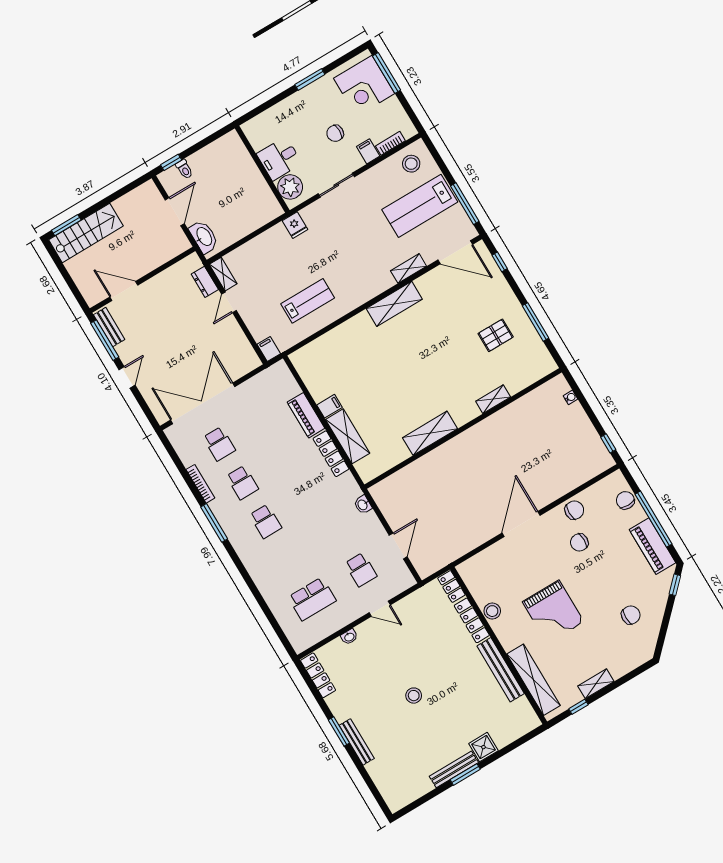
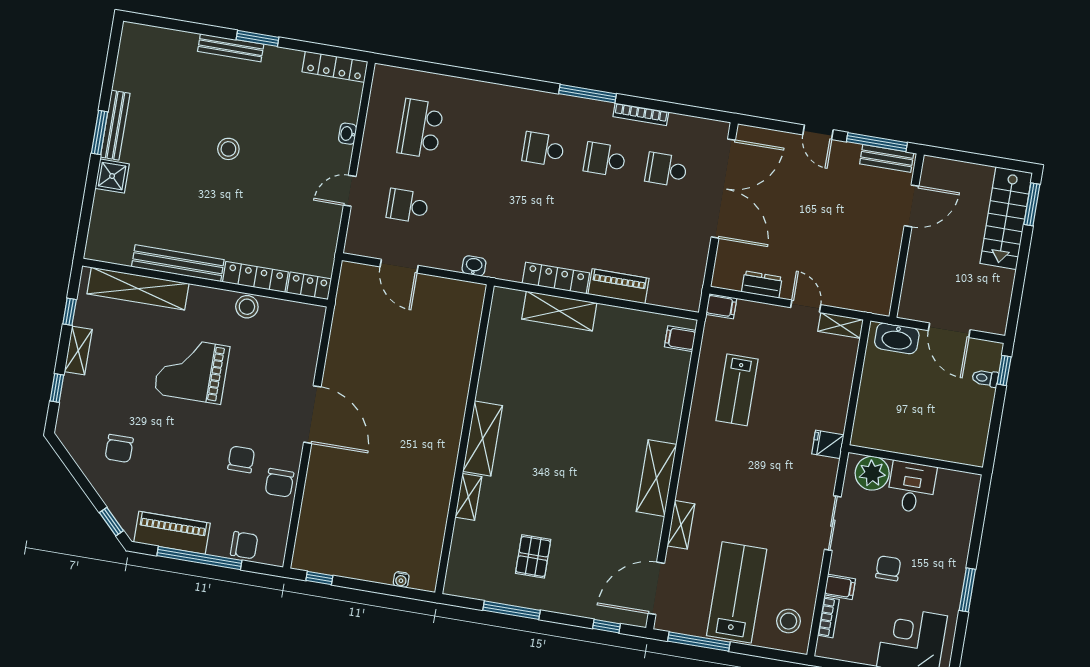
dresser: (205, 282) -> (762, 285), moved
filing cabinet: (330, 406) -> (680, 339), moved, turned 90
shelving: (430, 433) -> (483, 439), moved
window: (627, 678) -> (57, 388), added

